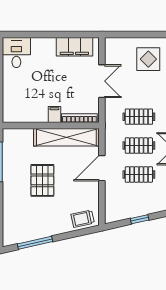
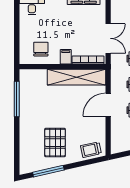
double door: (102, 81) -> (108, 38), moved
chair: (26, 106) -> (41, 49), added
pallet: (42, 180) -> (55, 143), moved

